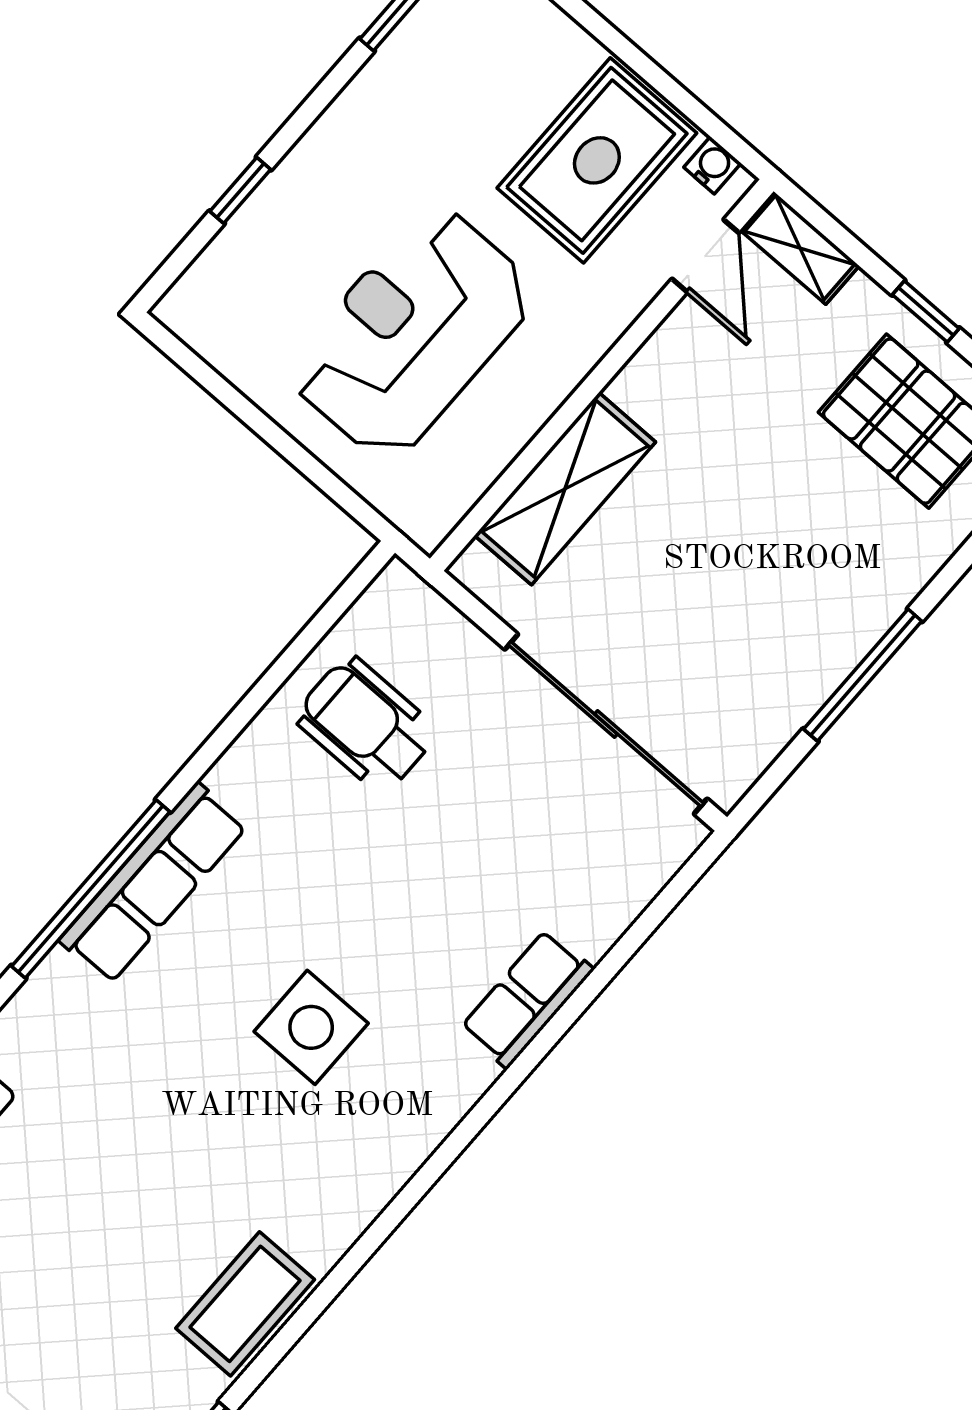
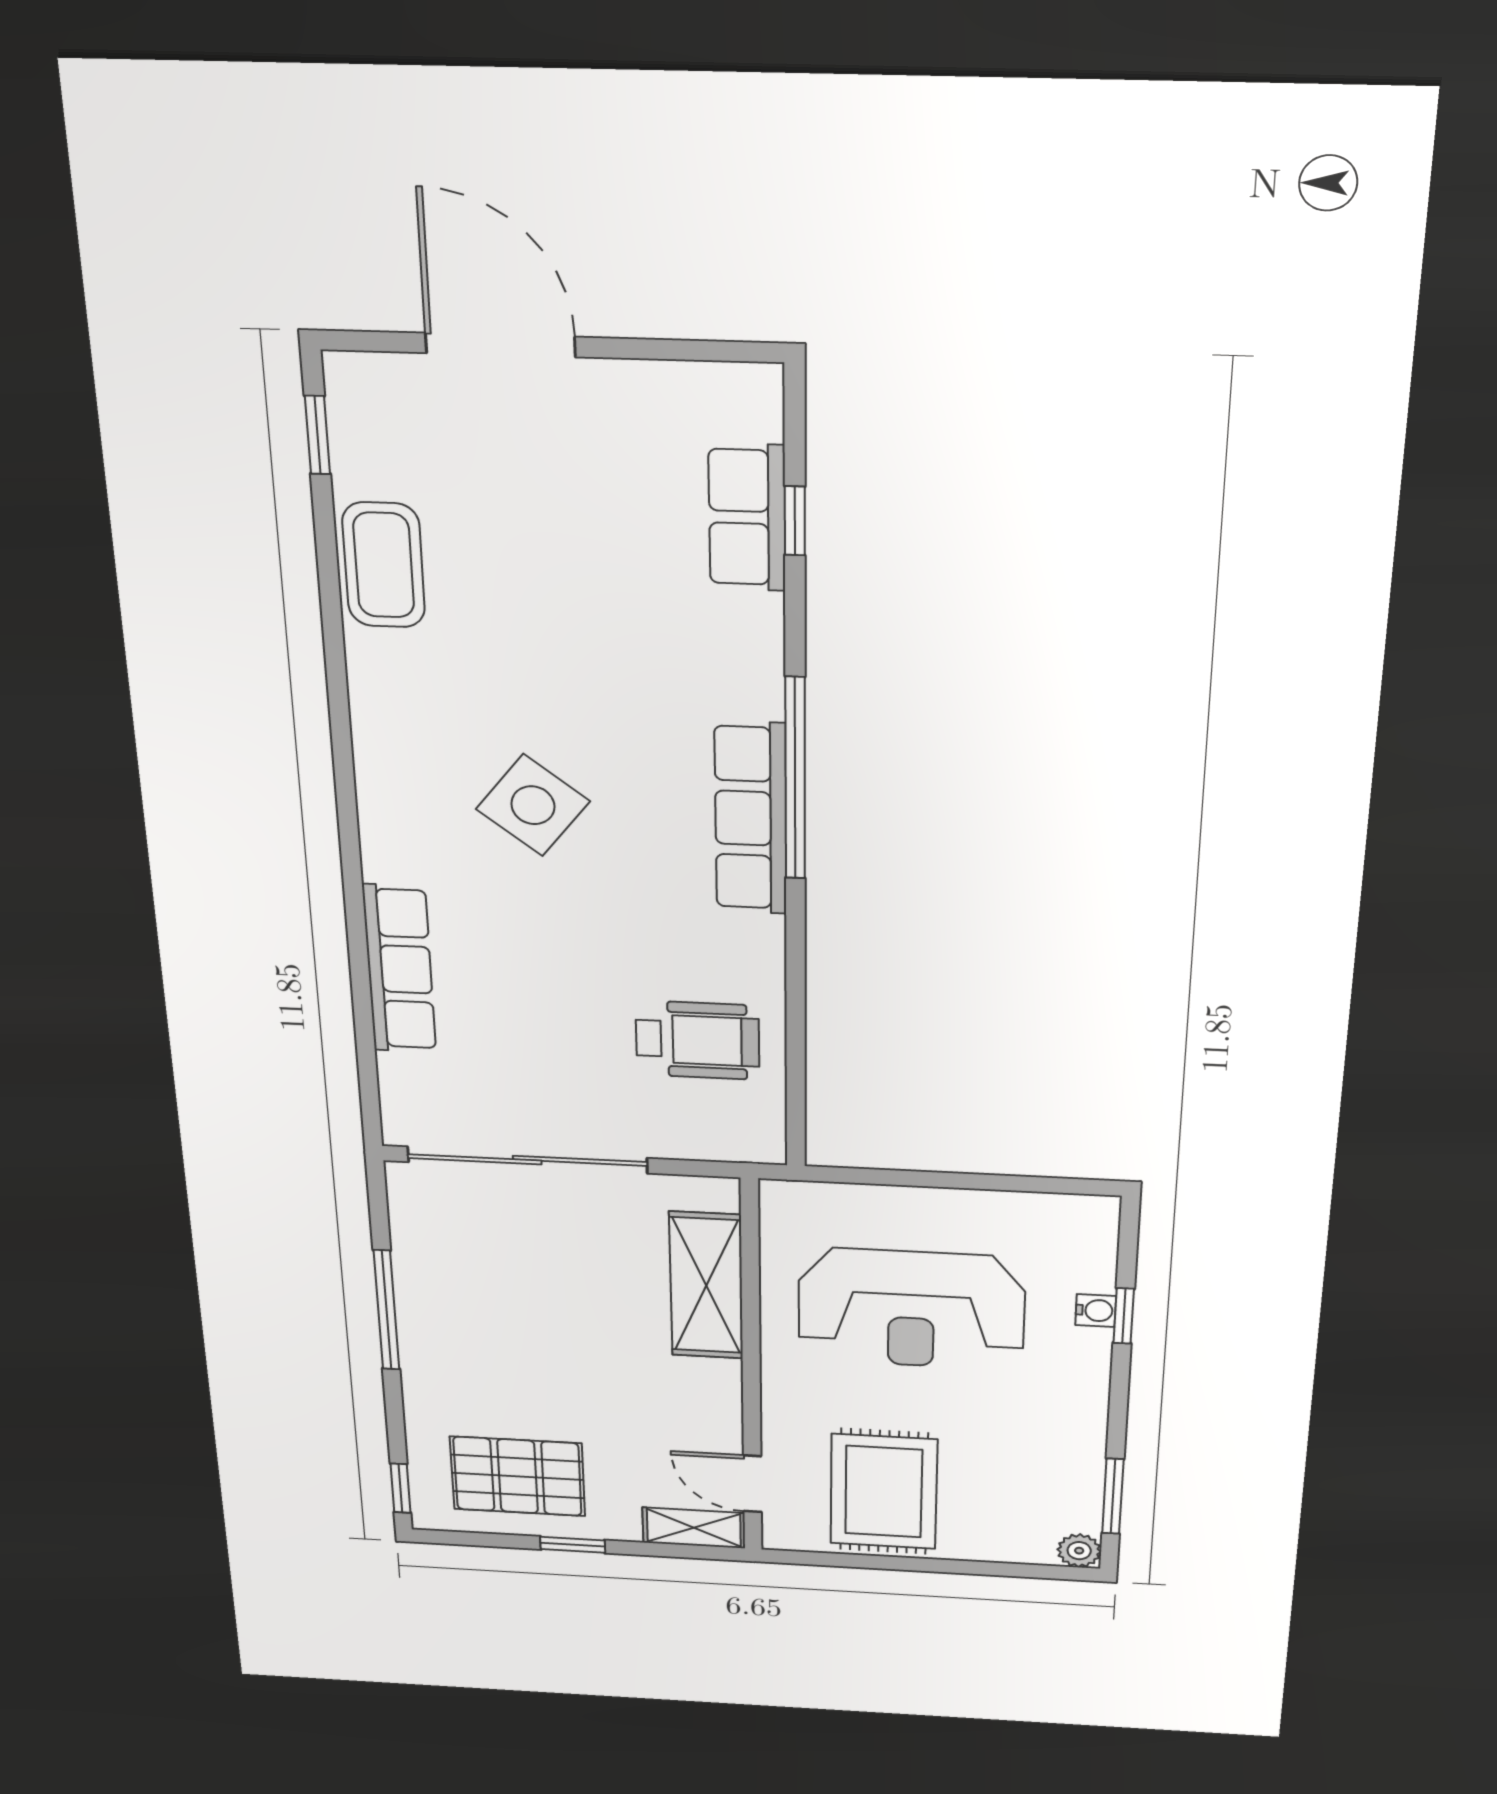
water cooler: (712, 165) -> (1096, 1310), moved, turned -90
reception desk: (412, 333) -> (911, 1309), turned 90
row of seats: (527, 999) -> (399, 969), width x1.48
side table: (311, 1027) -> (533, 805), turned 38

